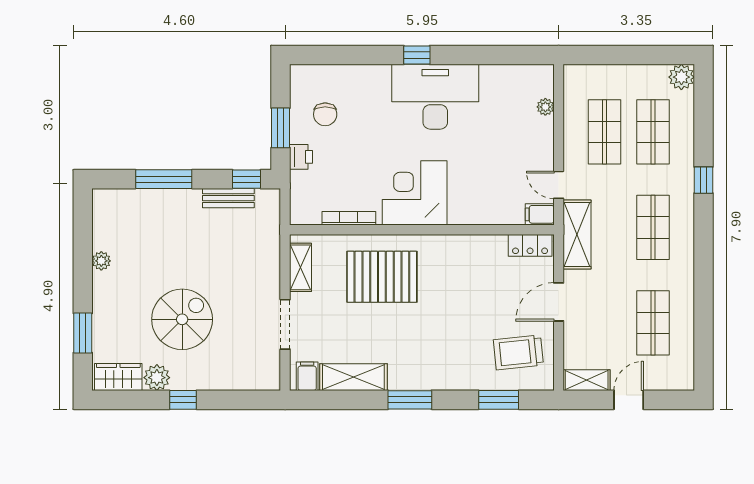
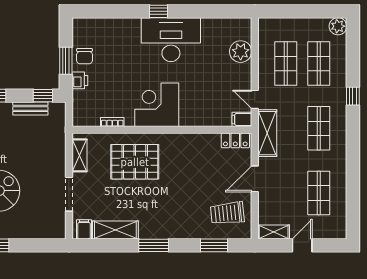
plant: (545, 107) -> (241, 52), width x1.87, depth x1.87
chair: (325, 114) -> (84, 56), moved
bookcase: (349, 218) -> (112, 122), width x0.64

